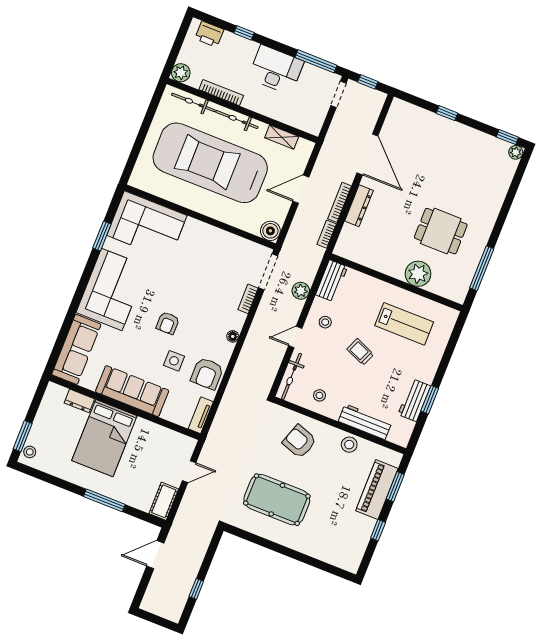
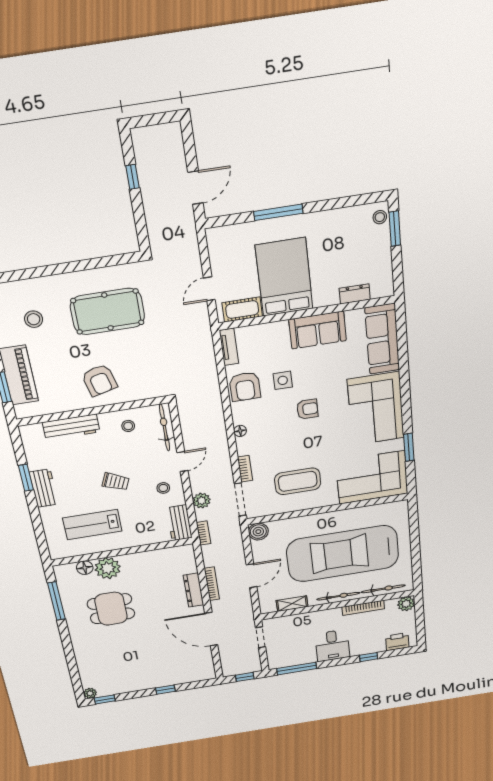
desk: (276, 70) -> (332, 645), width x0.73
doorway: (338, 94) -> (261, 637), moved
car: (210, 163) -> (343, 554), turned 180
bookcase: (327, 234) -> (204, 533), moved
coffee table: (211, 260) -> (298, 481), added
floor lamp: (437, 286) -> (85, 568), added
armchair: (168, 323) -> (307, 409), turned 90
armchair: (207, 374) -> (245, 387), turned 180
sofa: (132, 391) -> (318, 330), width x0.73
workbench: (414, 400) -> (44, 488), moved
bed: (104, 438) -> (284, 277), moved
armchair: (300, 441) -> (99, 380), moved, turned 57
stool: (349, 445) -> (34, 319), moved
cot: (164, 501) -> (242, 310), moved, turned 90

